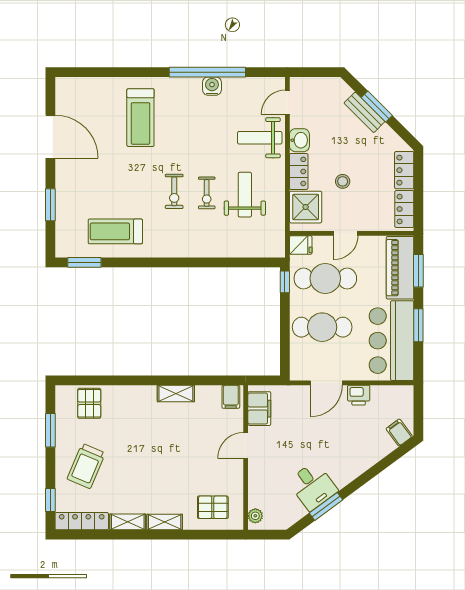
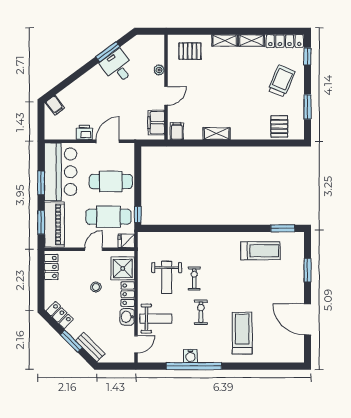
bench: (364, 112) -> (90, 347), moved
locker: (404, 170) -> (60, 315), moved, turned -45
exercise bike: (174, 191) -> (201, 312), moved
plant: (255, 516) -> (159, 70), moved

